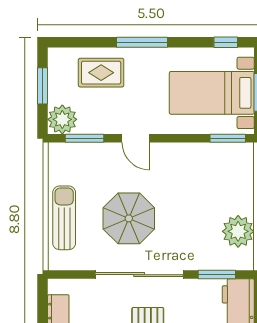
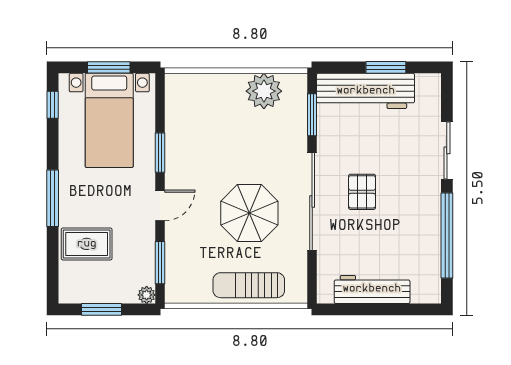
rug: (101, 73) -> (87, 244), turned 90
plant: (62, 119) -> (147, 295), width x0.53, depth x0.53
window: (228, 138) -> (160, 153), moved

